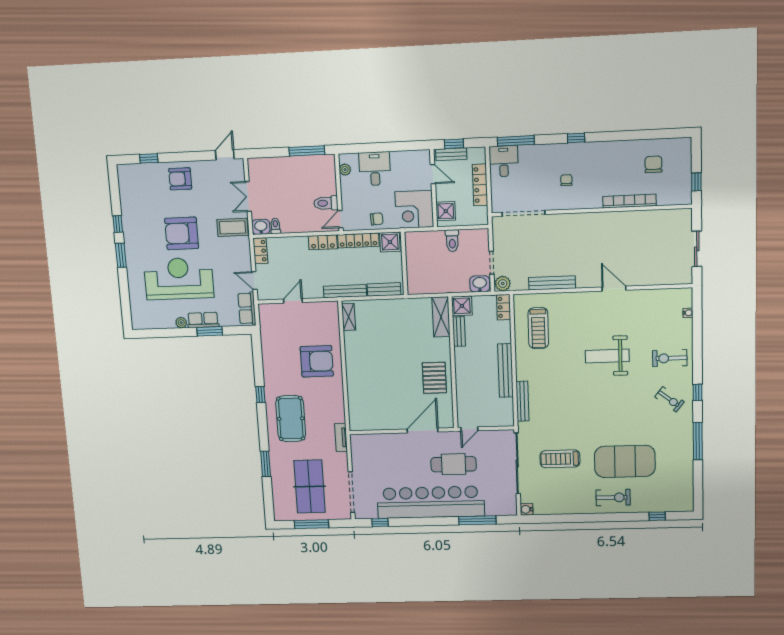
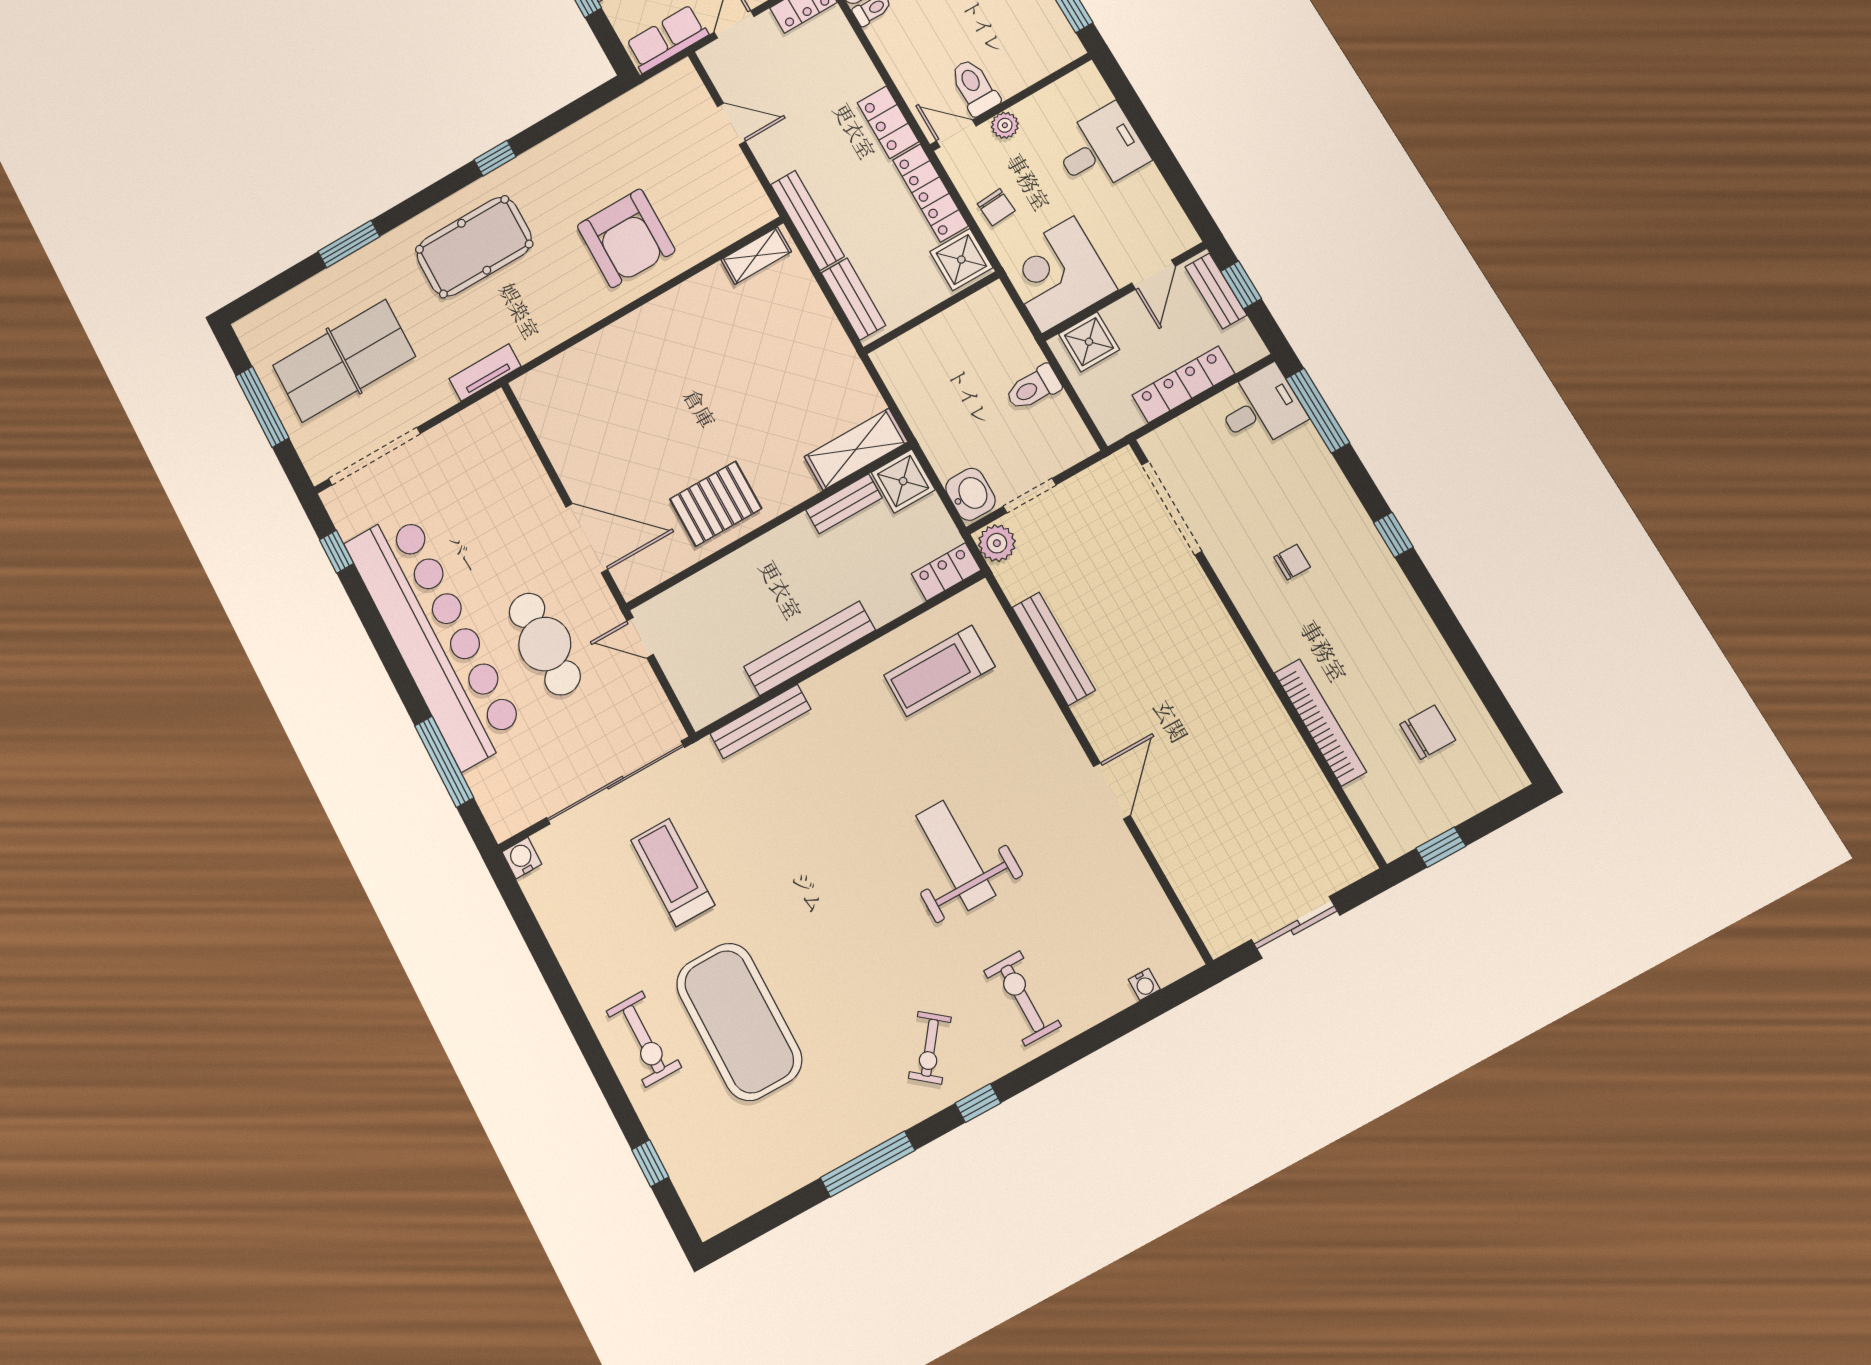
plant: (345, 170) -> (1005, 125), moved

